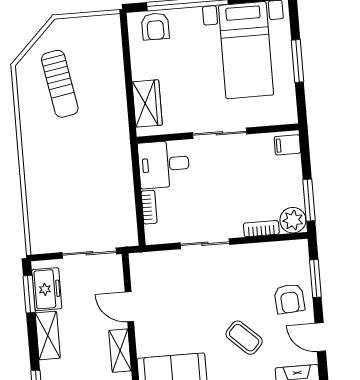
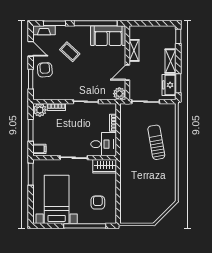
armchair: (155, 26) -> (98, 203), moved
window: (298, 61) -> (31, 174), moved
sun lounger: (60, 84) -> (156, 142), moved
wardrobe: (147, 103) -> (105, 166), moved, turned -90
window: (309, 200) -> (31, 130), moved
plant: (141, 264) -> (119, 94), added
door: (129, 307) -> (127, 72), swing flipped

